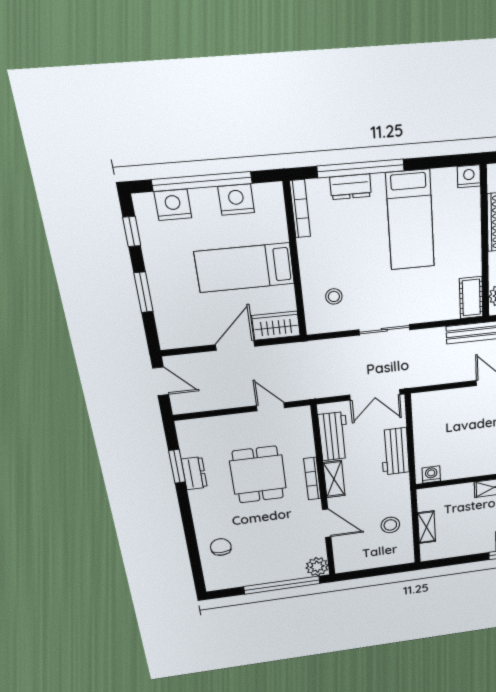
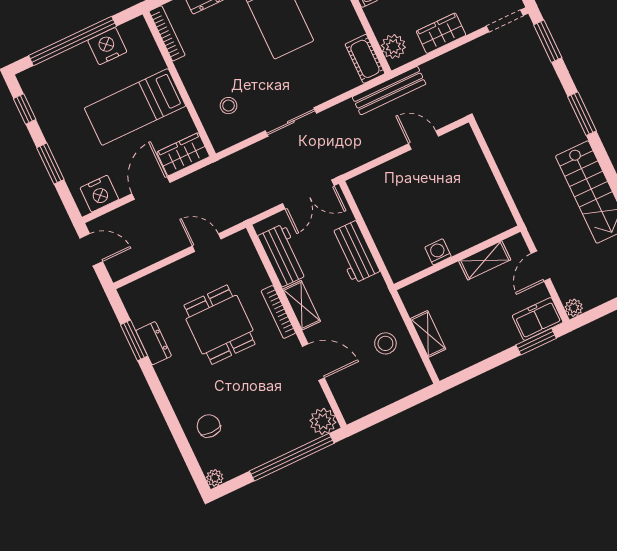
nightstand: (173, 205) -> (99, 194), moved, turned 180
washing machine: (431, 474) -> (438, 252), moved
plant: (213, 585) -> (215, 478), added

